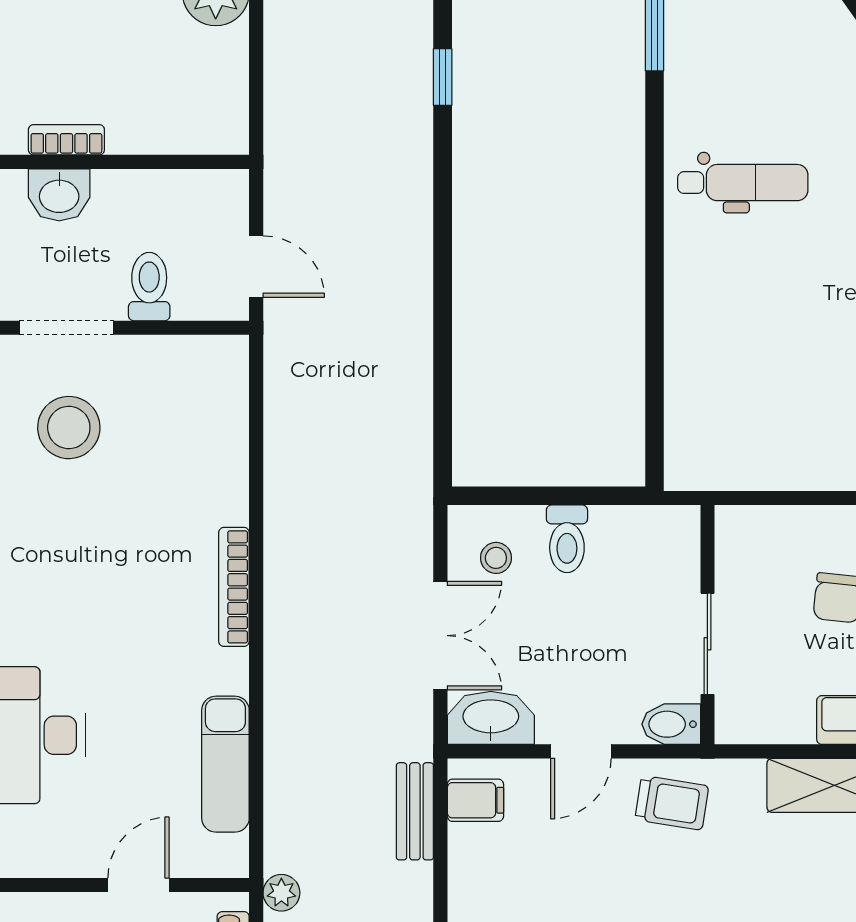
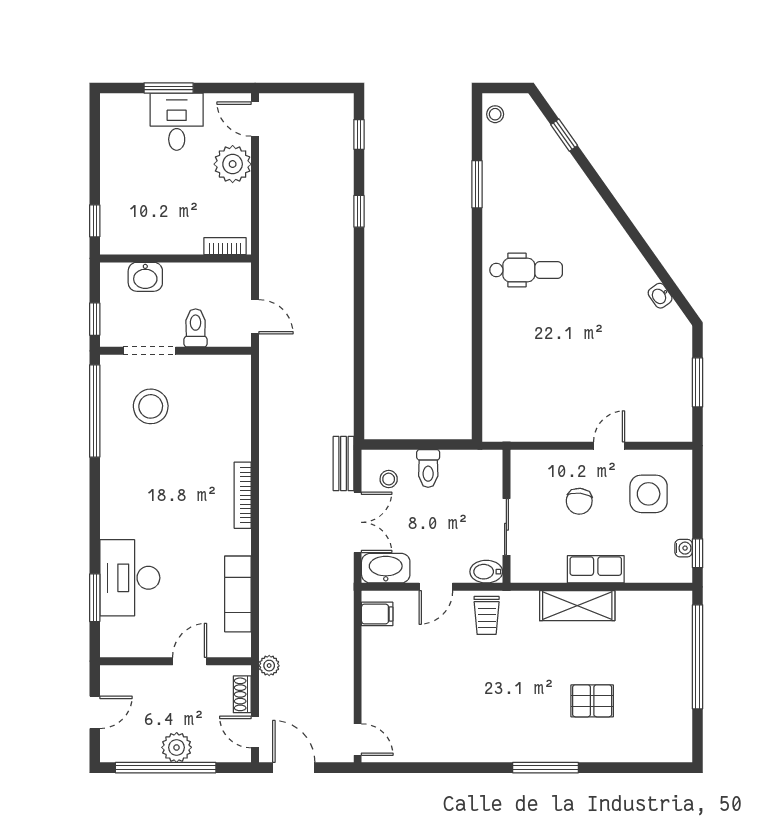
bookcase: (66, 140) -> (225, 246), moved
trolley: (672, 803) -> (487, 615), turned 81
bench: (415, 811) -> (343, 464), moved

